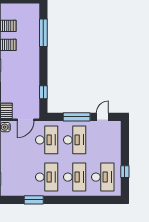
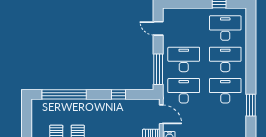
window: (43, 33) -> (64, 94), width x1.46
window: (43, 92) -> (118, 94), moved
window: (77, 117) -> (158, 69), moved

